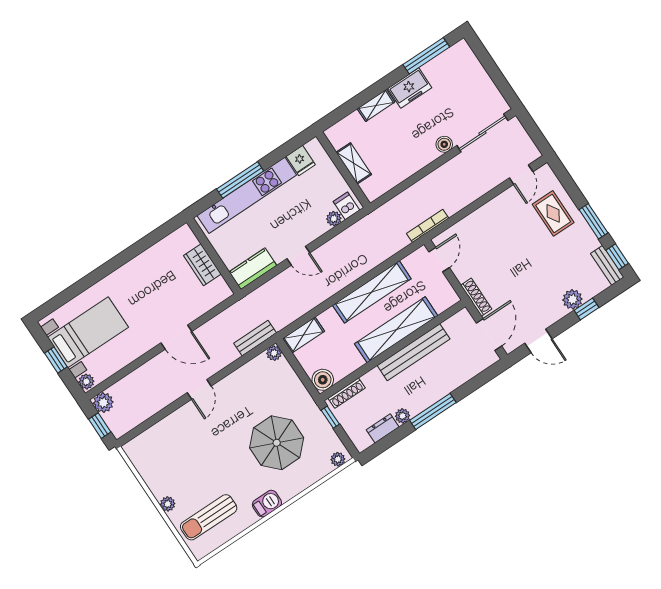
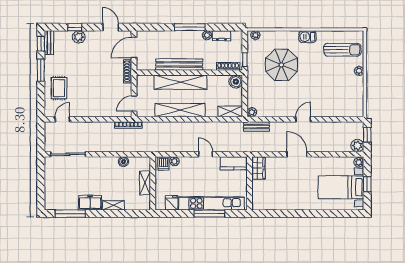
boiler: (444, 144) -> (124, 162), moved
wardrobe: (202, 265) -> (258, 168), moved

